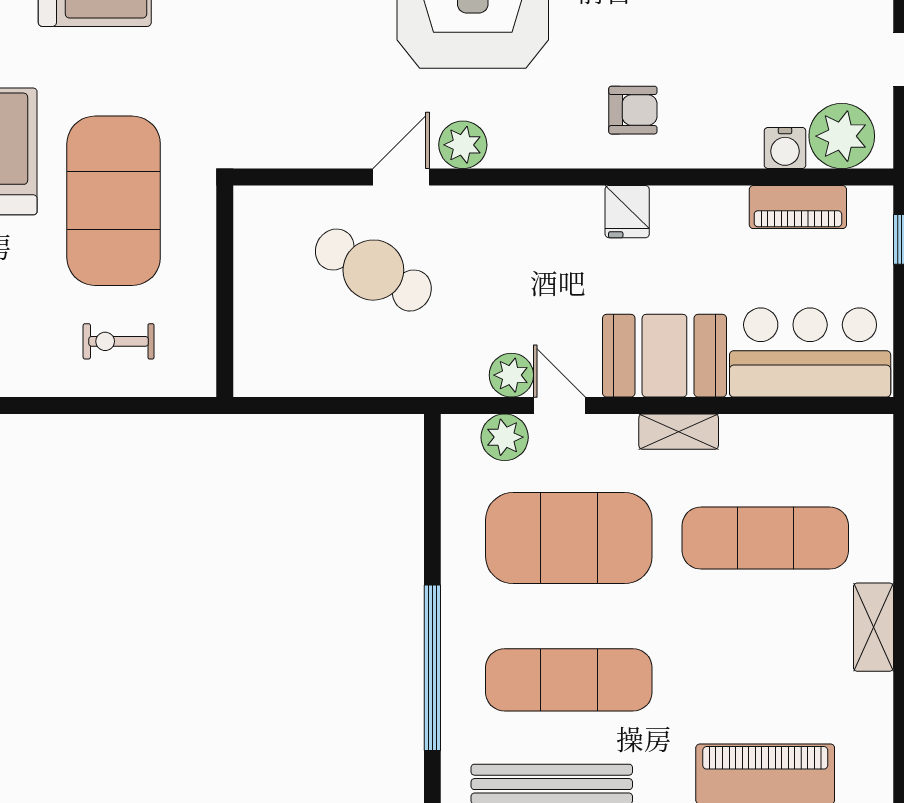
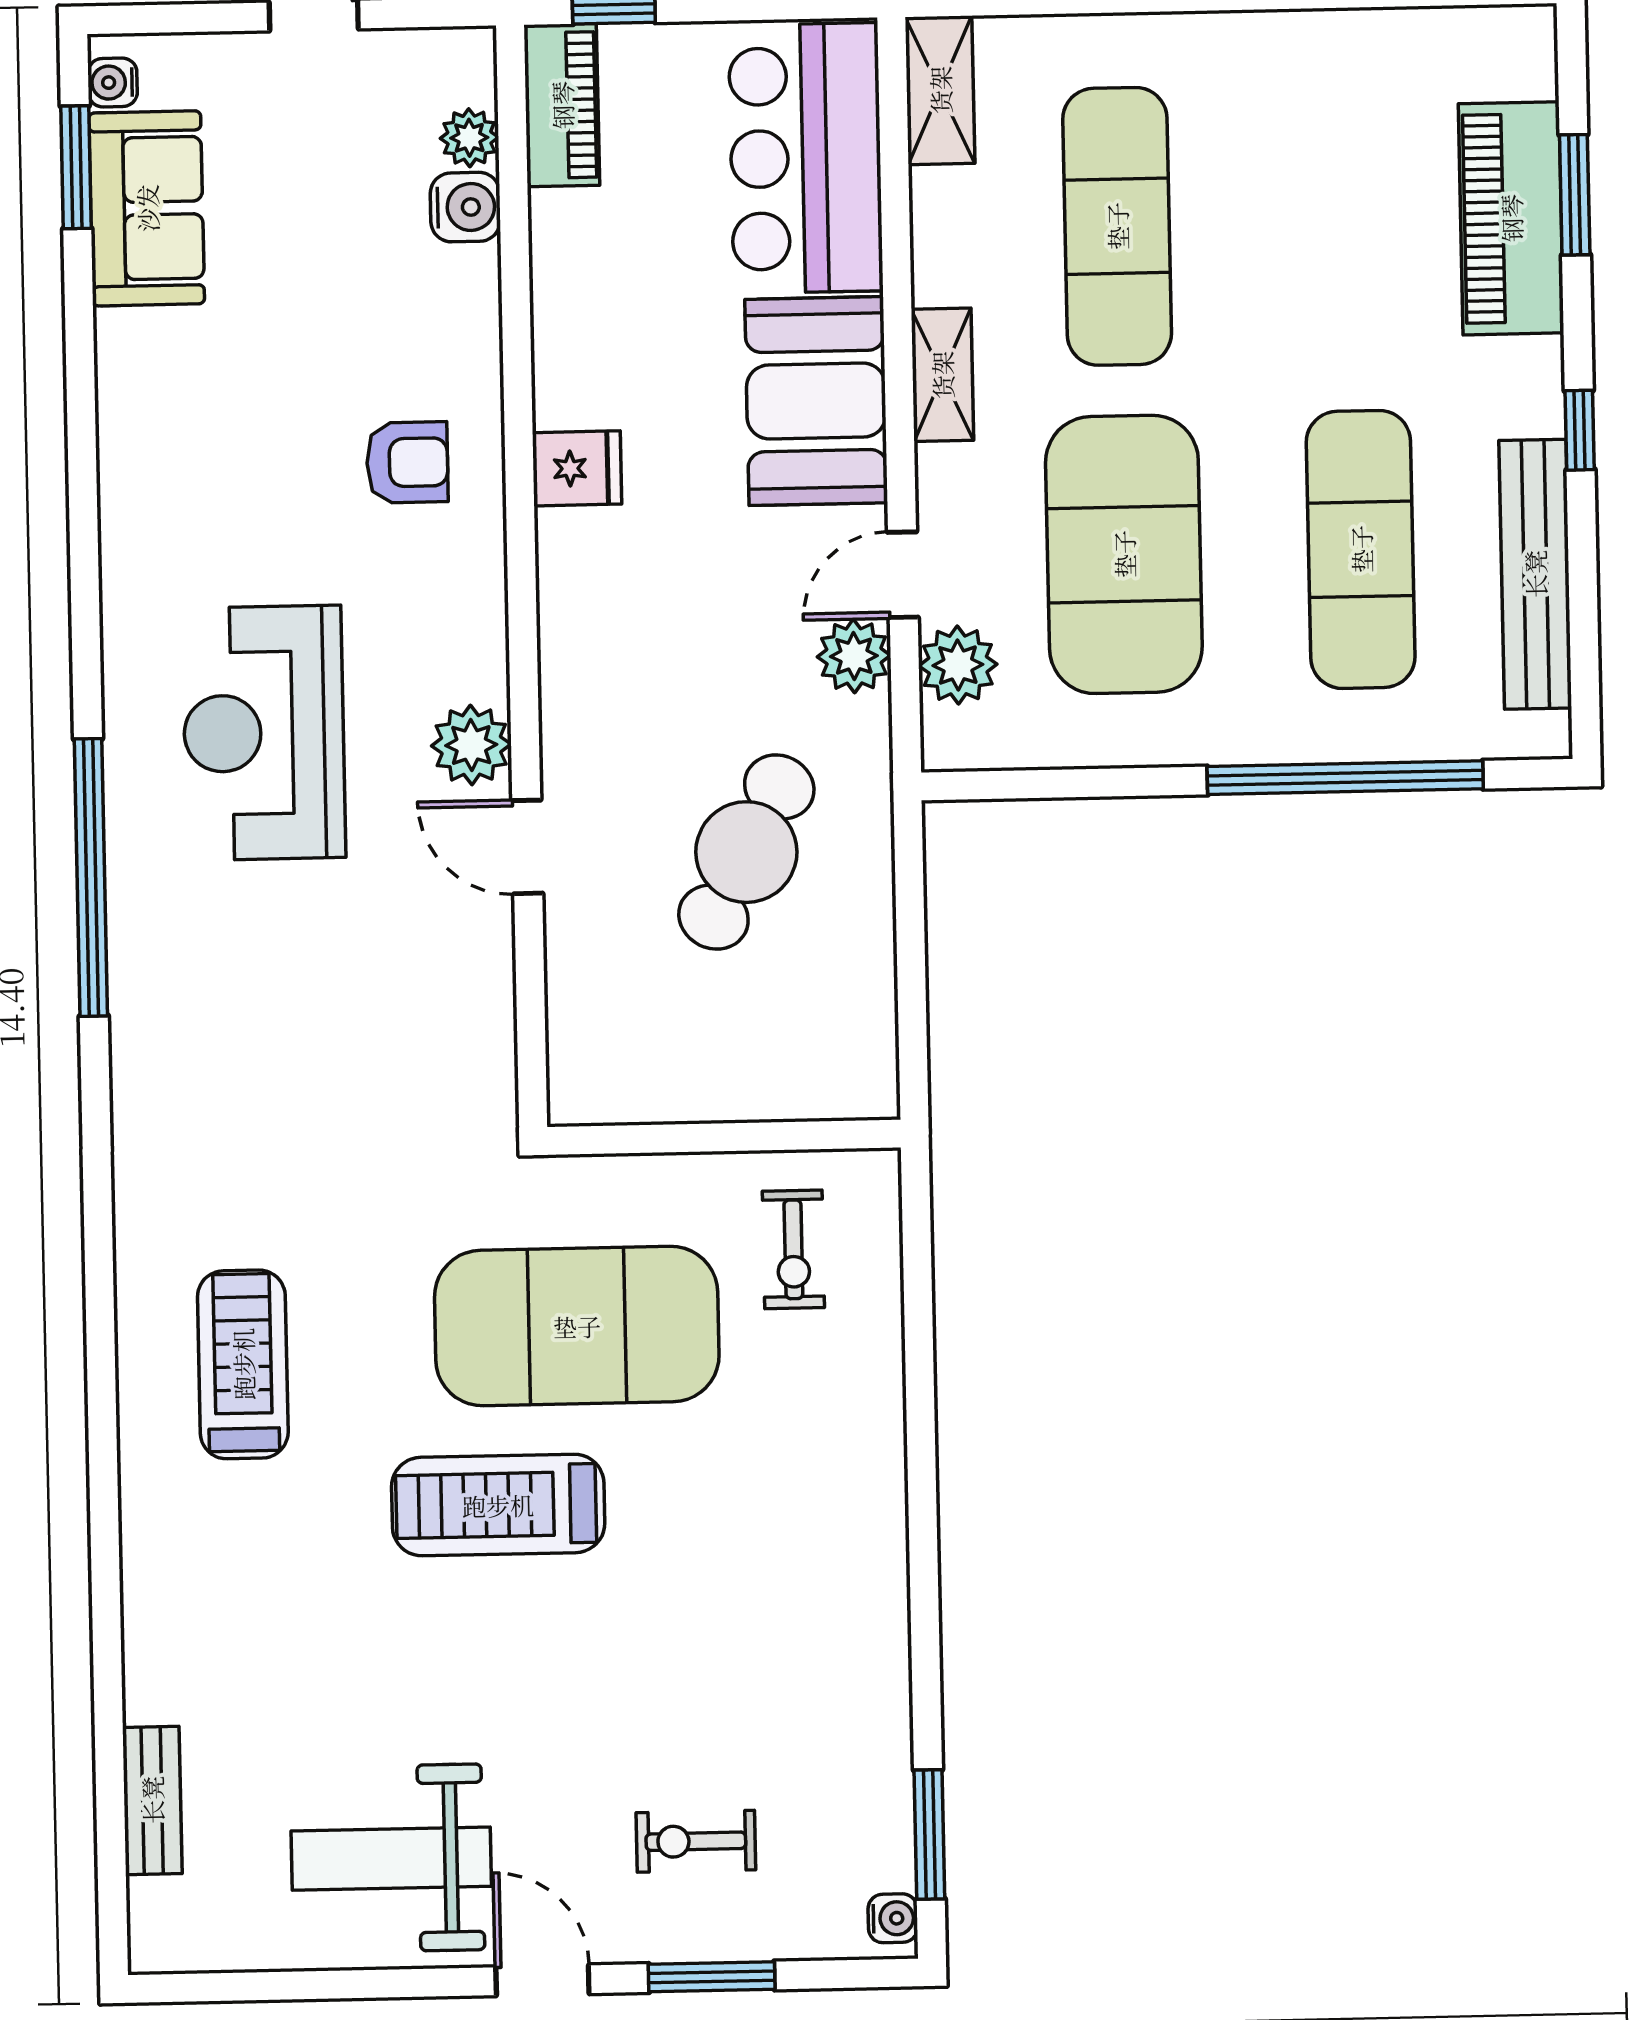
armchair: (633, 110) -> (407, 462), turned 90
plant: (842, 136) -> (469, 138), width x0.53, depth x0.53
piano: (798, 207) -> (562, 105), moved
cafe table: (373, 270) -> (746, 852), moved
exercise bike: (119, 341) -> (793, 1249), moved
shelving: (873, 627) -> (940, 90), moved, turned 90

